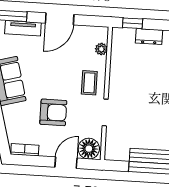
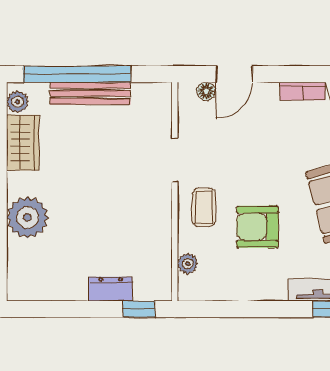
door: (60, 19) -> (259, 309), removed
armchair: (53, 112) -> (257, 227), moved
floor lamp: (89, 149) -> (206, 91), width x0.53, depth x0.53

